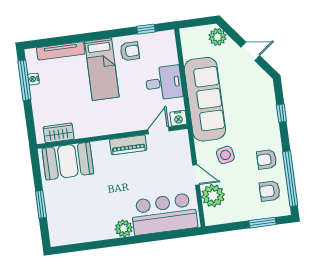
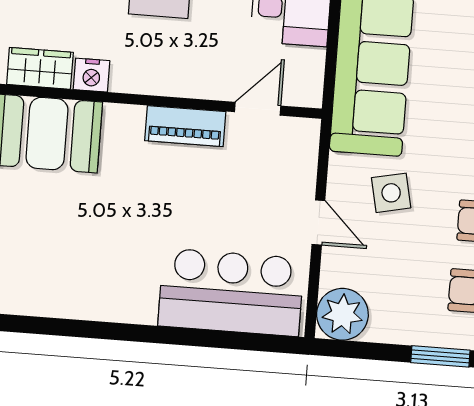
nightstand: (178, 118) -> (91, 75), moved
plant: (213, 196) -> (342, 314), moved
plant: (124, 228) -> (137, 305), removed

